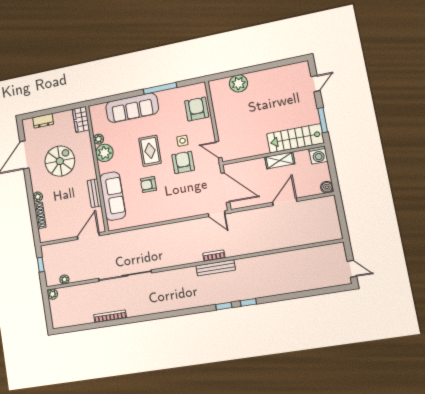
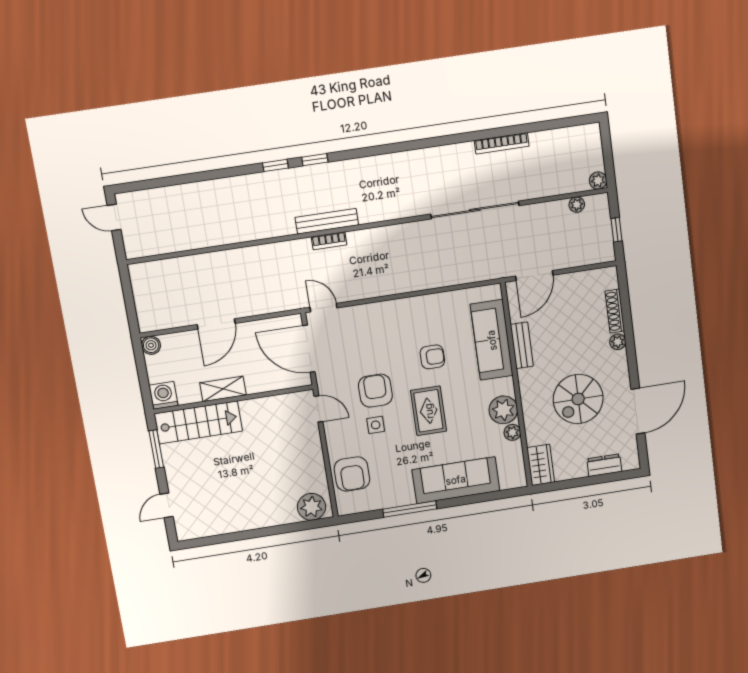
plant: (238, 83) -> (312, 507), moved
armchair: (183, 162) -> (375, 391), turned 180

